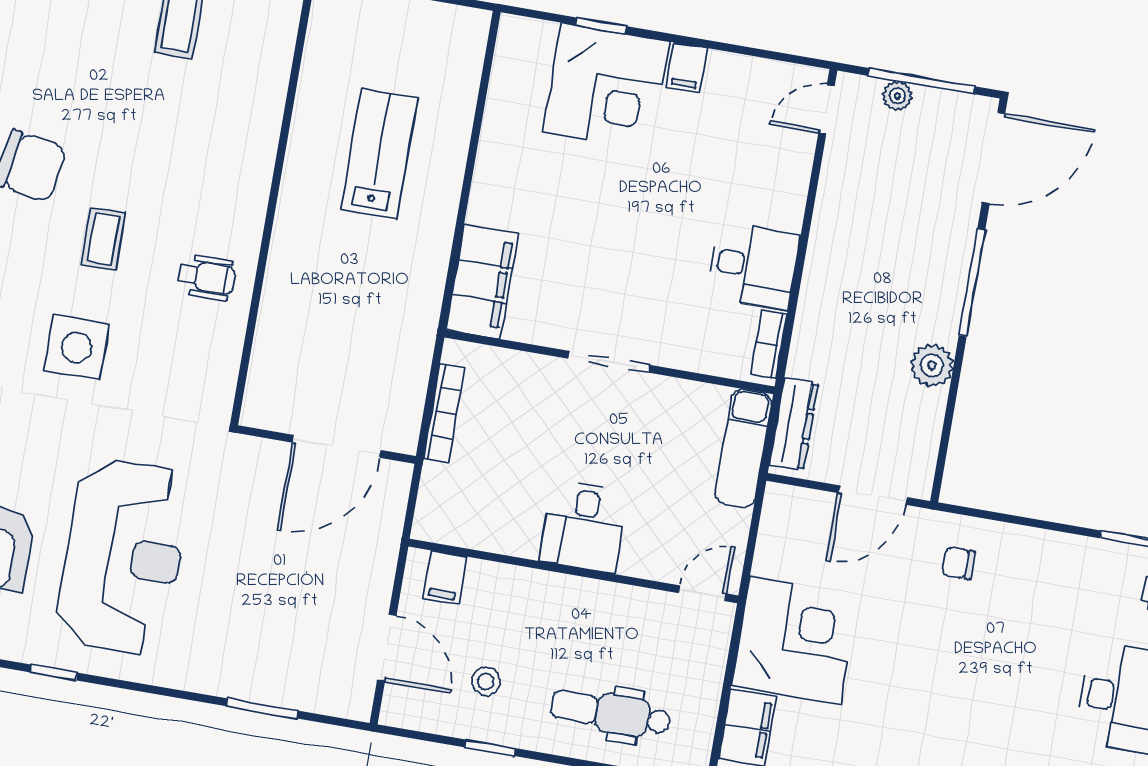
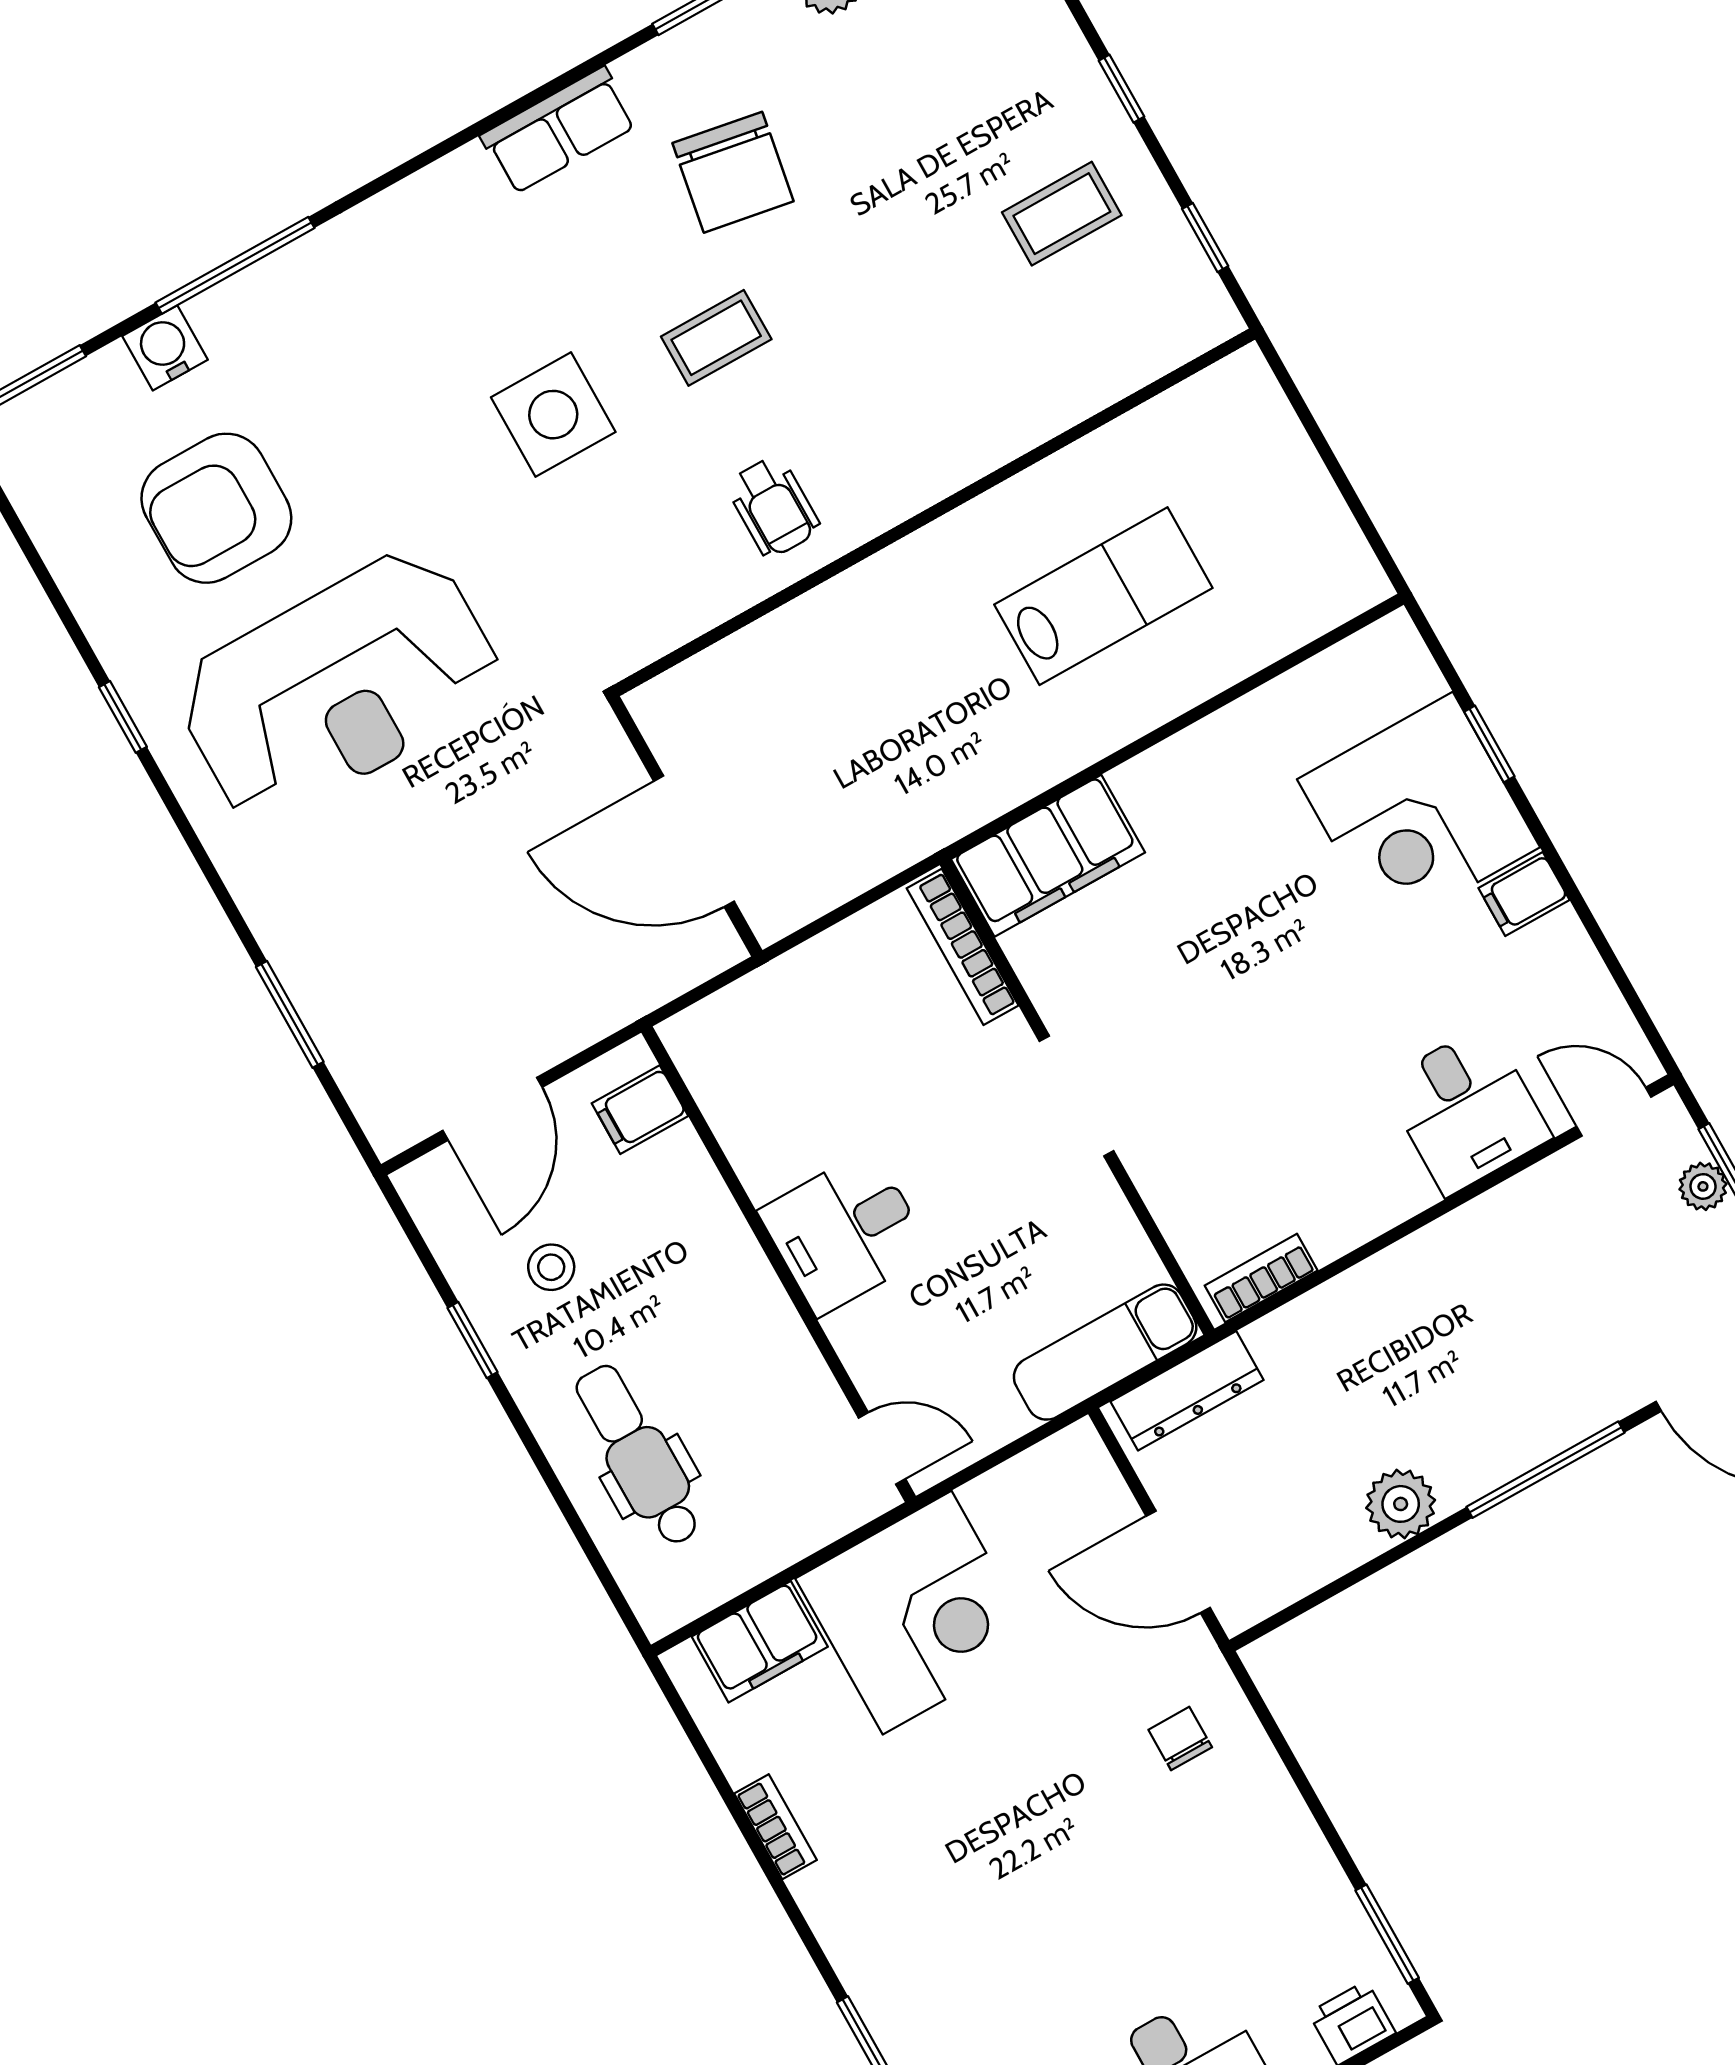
desk: (753, 266) -> (1467, 1110), moved
bookcase: (444, 413) -> (963, 947), moved, turned 90

